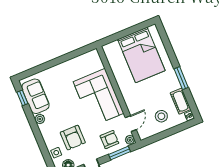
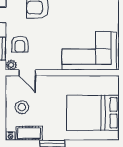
corner sofa: (98, 97) -> (89, 51), moved

